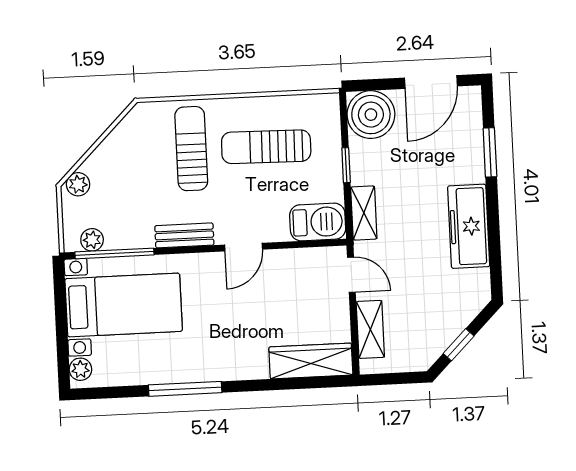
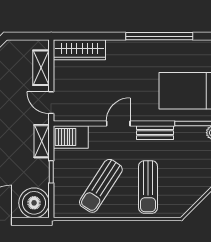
sun lounger: (266, 147) -> (101, 186), turned 122
window: (185, 389) -> (159, 36), width x1.46

